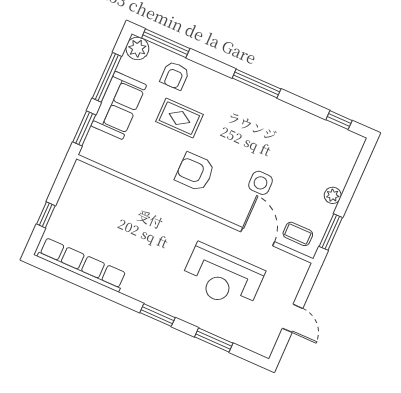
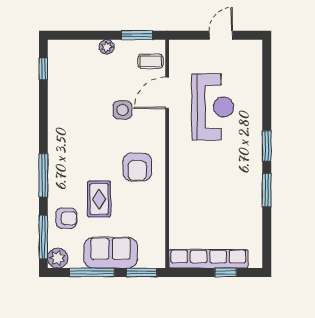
window: (257, 84) -> (43, 175), moved
coffee table: (298, 234) -> (150, 61), turned 90
row of seats: (82, 265) -> (208, 259), moved, turned 90
window: (214, 340) -> (267, 190), moved

